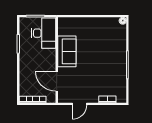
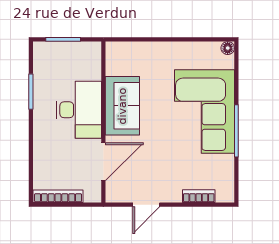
desk: (44, 33) -> (79, 110), moved
corner sofa: (110, 54) -> (204, 112), added
door: (57, 81) -> (103, 162), swing flipped

